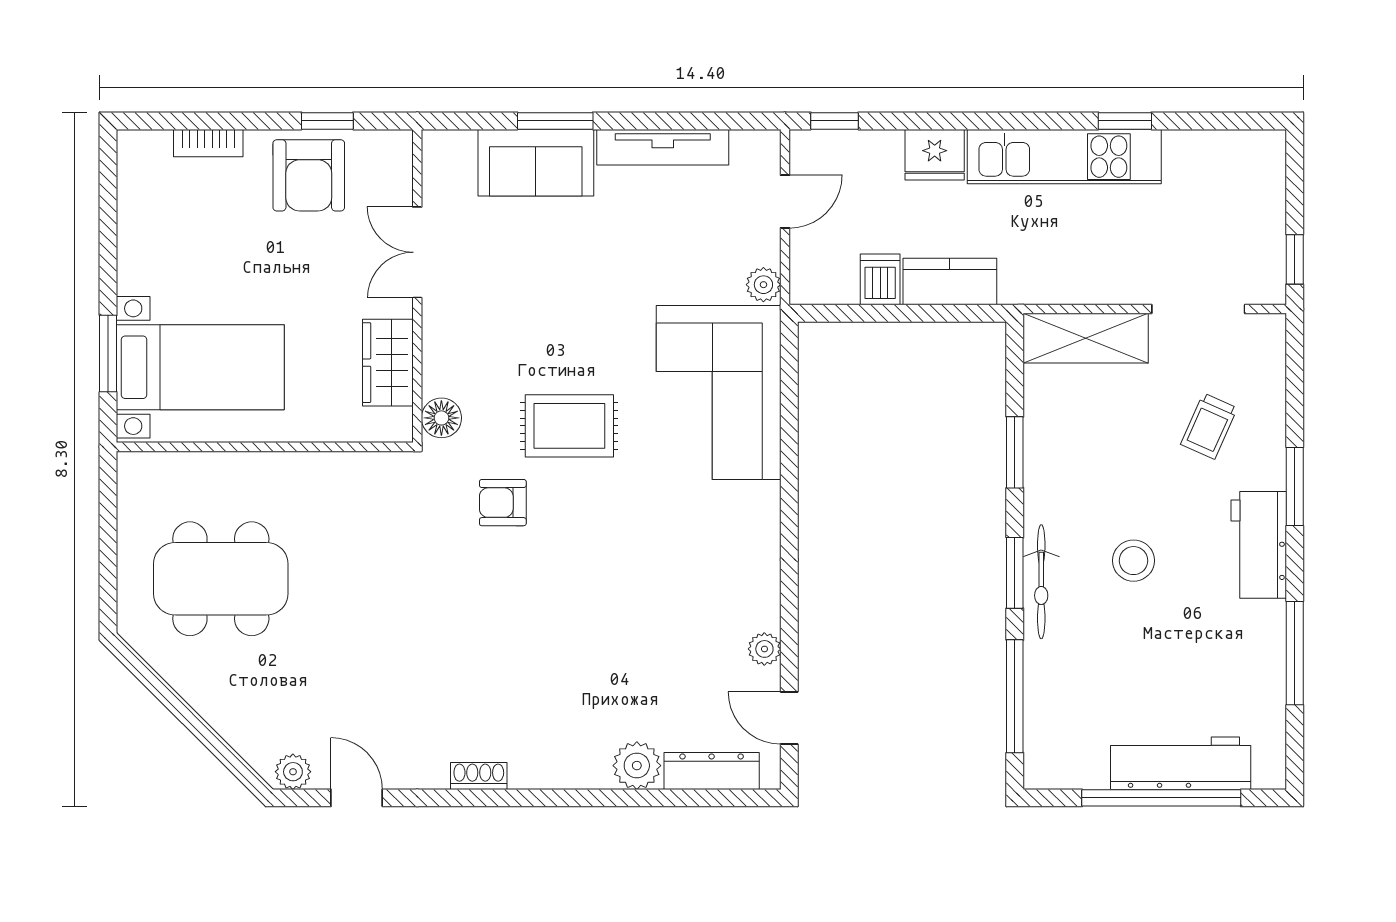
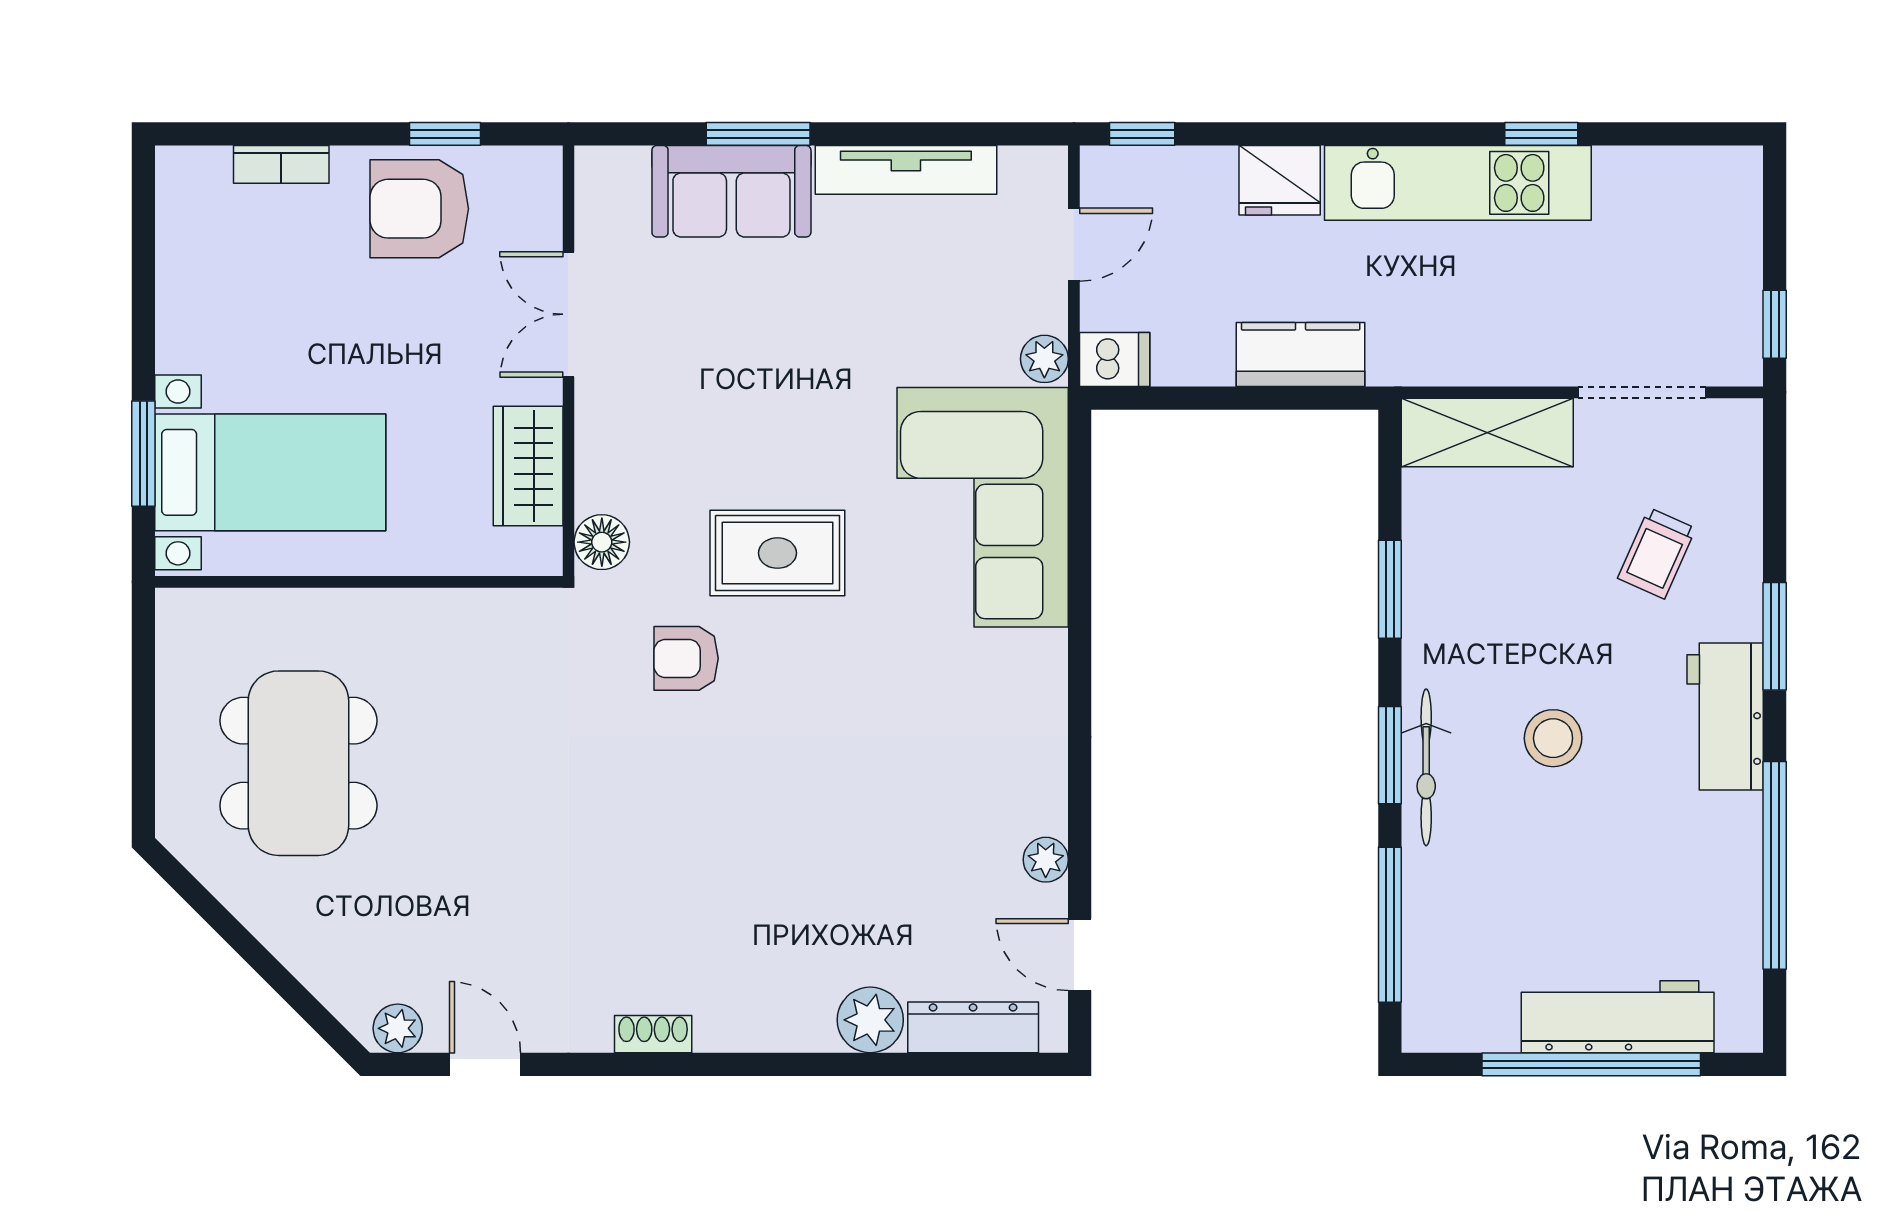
armchair: (309, 175) -> (419, 209), turned 90
dishwasher: (880, 279) -> (1115, 359), moved, turned 90
dining table: (221, 579) -> (298, 763), turned 90
window: (1295, 653) -> (1775, 865), width x1.46

